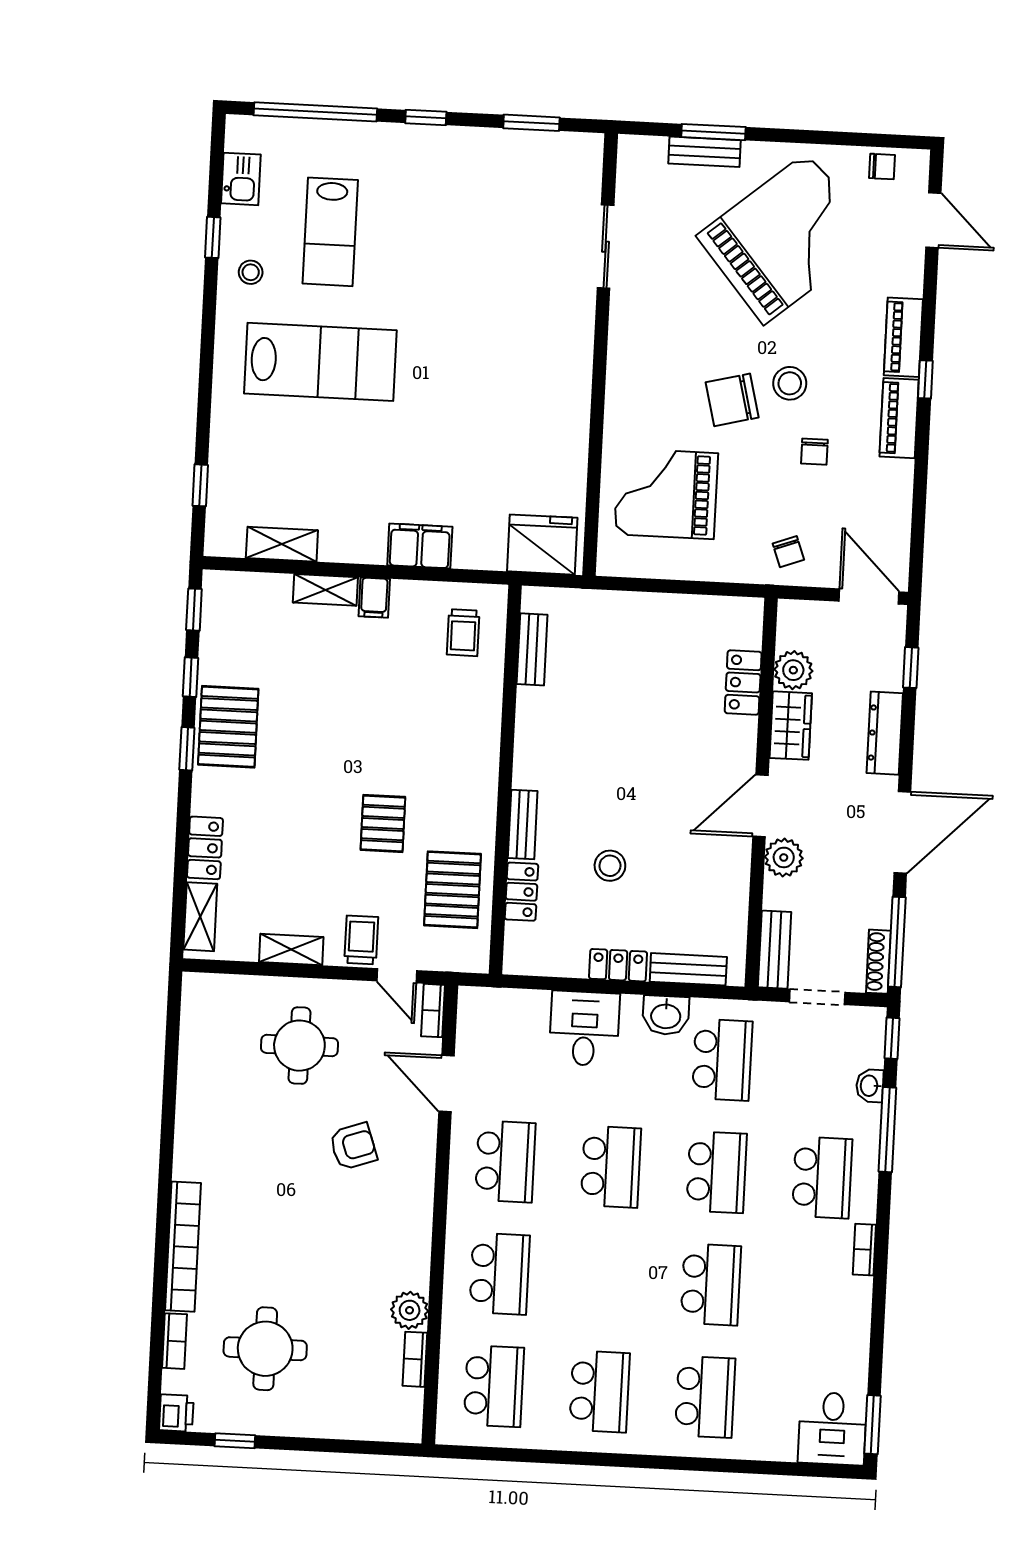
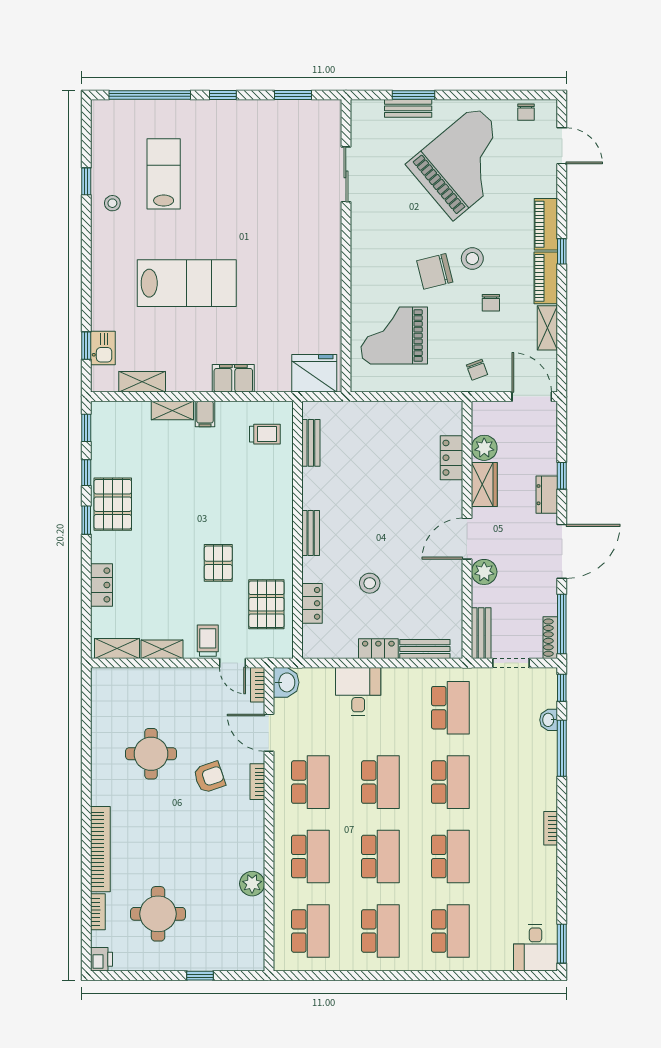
chair: (882, 167) -> (526, 112), turned 90
kitchen sink: (241, 179) -> (103, 348), moved
lab bench: (330, 232) -> (164, 174), turned 180
lab bench: (320, 362) -> (187, 283), moved
shelving: (898, 494) -> (547, 328), added
trolley: (463, 633) -> (265, 434), turned -90
window: (911, 668) -> (562, 476), moved
dresser: (885, 733) -> (547, 495), width x0.70
bench: (523, 825) -> (311, 533), moved
shelving: (200, 917) -> (117, 649), moved, turned 90
washbasin: (666, 1015) -> (286, 682), moved, turned -90
round table: (299, 1046) -> (151, 754), moved
school desk: (822, 1178) -> (380, 857), moved
bookcase: (415, 1359) -> (257, 782), moved
window: (235, 1441) -> (200, 976), moved

